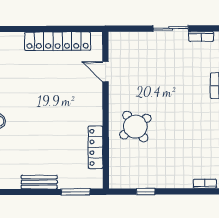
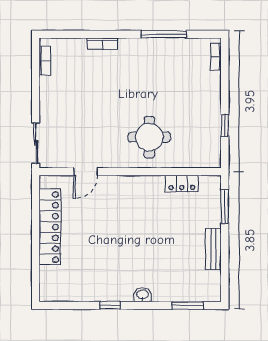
sliding door: (171, 28) -> (36, 143), moved
round table: (135, 127) -> (149, 137), turned 36
locker: (95, 147) -> (182, 183), width x0.66

